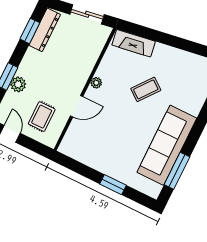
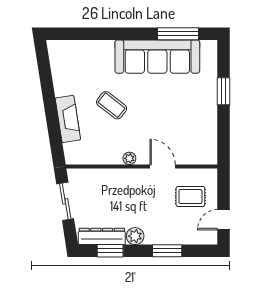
fireplace: (134, 43) -> (68, 119), moved
plant: (18, 84) -> (135, 236), moved

